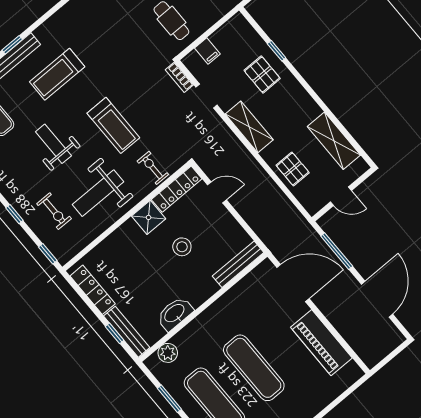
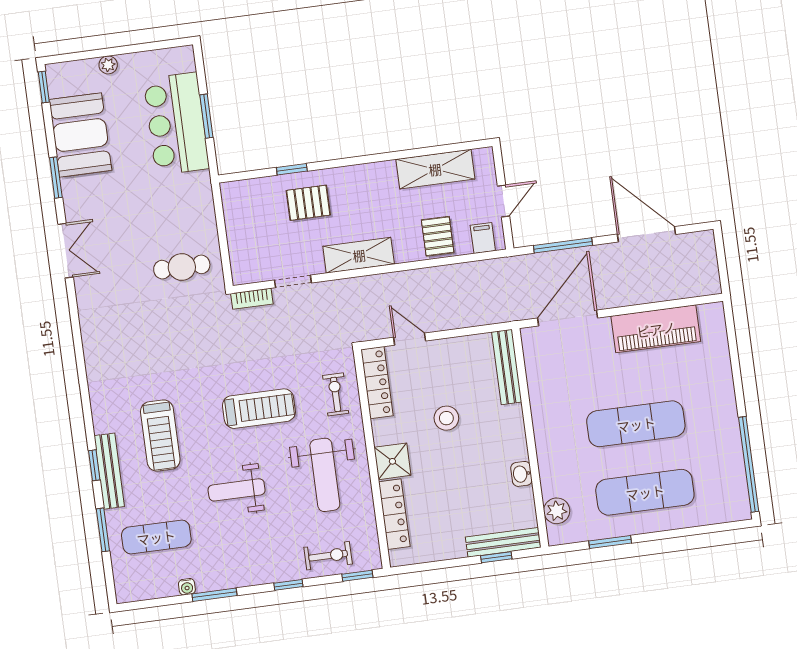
filing cabinet: (207, 51) -> (483, 238), moved, turned -90
exercise bike: (153, 168) -> (336, 394), turned 90
pallet: (293, 169) -> (438, 236), turned 90
door: (217, 192) -> (410, 339), hinge flipped
exercise bike: (54, 211) -> (328, 556), moved
shower: (149, 217) -> (392, 461), moved
locker: (93, 290) -> (394, 514), moved, turned 90
washbasin: (175, 314) -> (521, 474), width x0.52, depth x0.69

